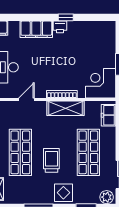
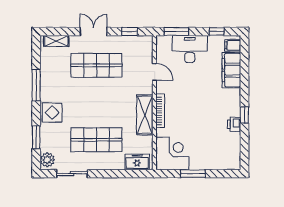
printer: (60, 27) -> (234, 124), moved
filing cabinet: (36, 29) -> (231, 70), moved
trolley: (51, 160) -> (88, 99), removed

